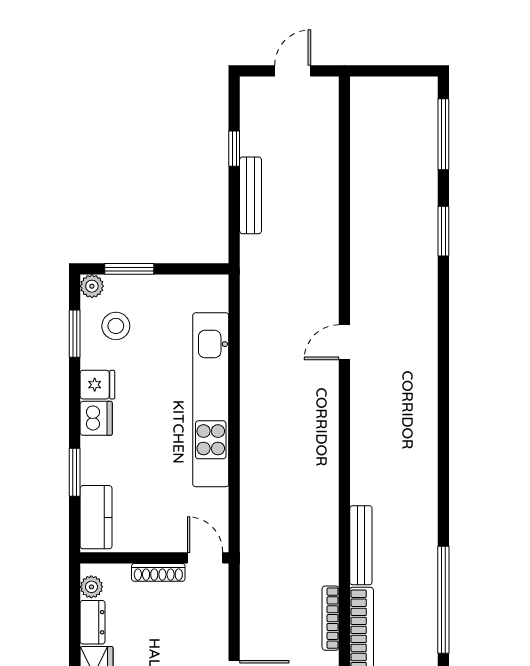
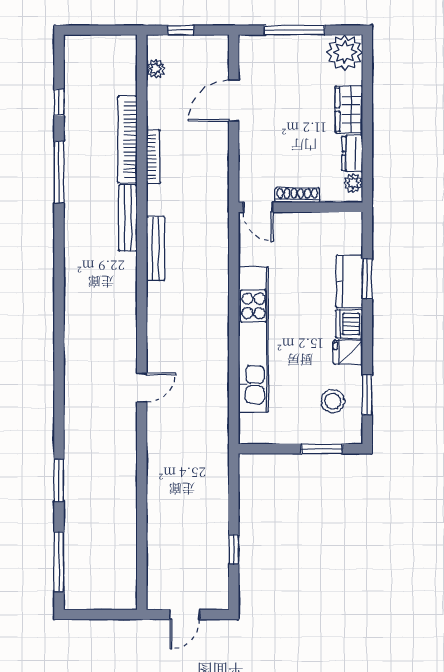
bench: (251, 195) -> (155, 248), moved
plant: (92, 286) -> (353, 434), removed
kitchen counter: (96, 517) -> (349, 281), moved
window: (443, 600) -> (59, 172), width x0.68

